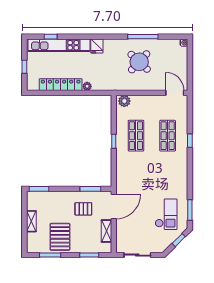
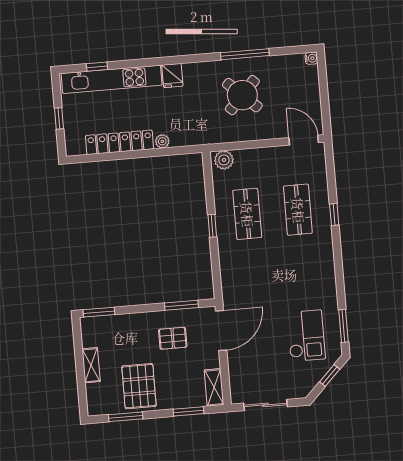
shelving: (106, 231) -> (214, 387), moved

